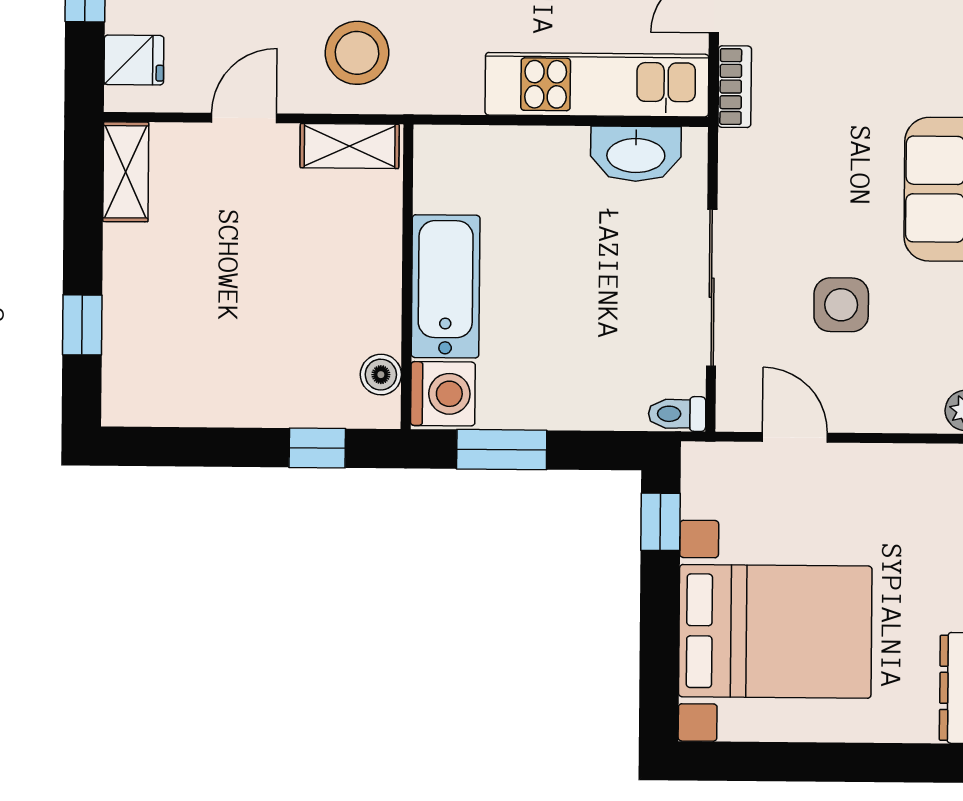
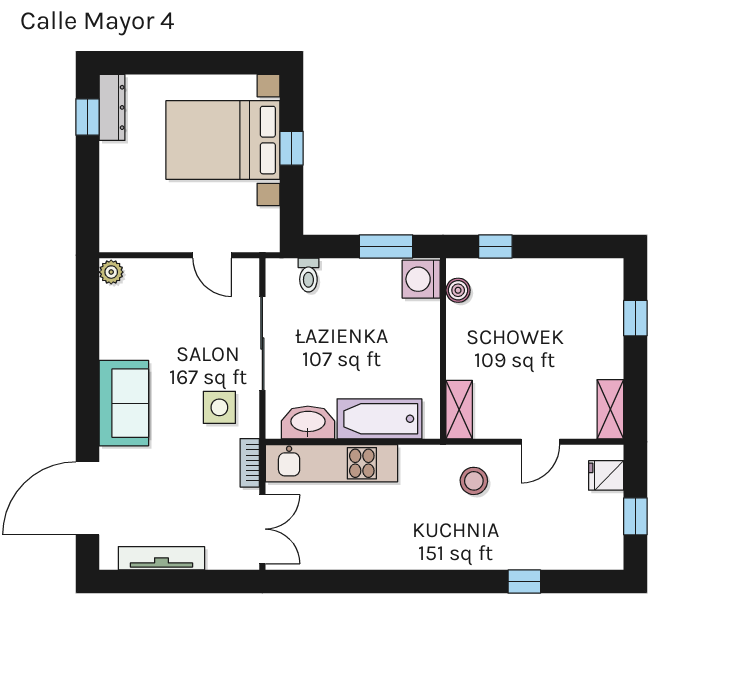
stool: (357, 53) -> (474, 481), width x0.73, depth x0.73
shelving: (350, 146) -> (459, 410), moved, turned 90
bathtub: (446, 286) -> (379, 419), moved, turned 90
side table: (841, 305) -> (219, 407), moved
toilet: (677, 414) -> (308, 275), moved, turned 90
window: (660, 522) -> (291, 148), moved

